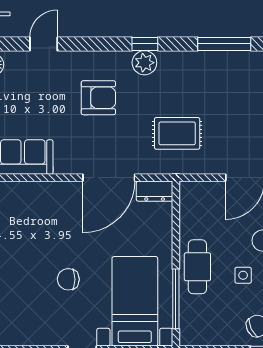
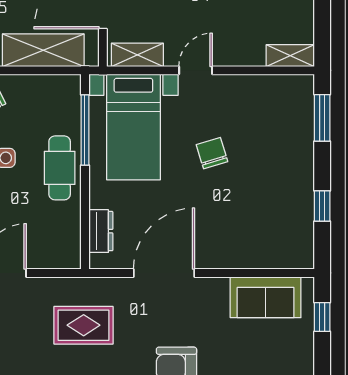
dresser: (155, 191) -> (101, 231), moved, turned 90
chair: (68, 279) -> (212, 153), turned -107

